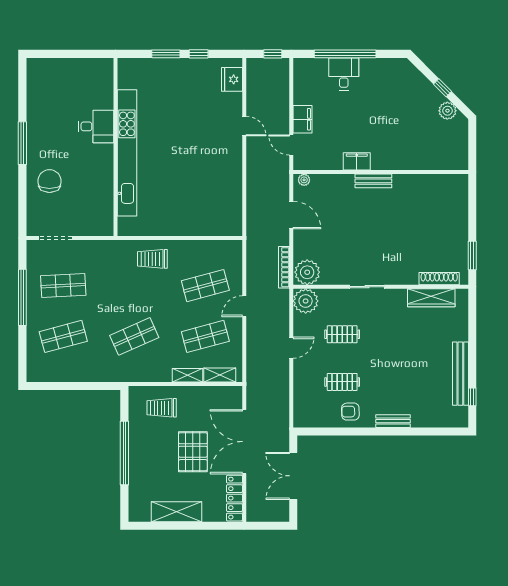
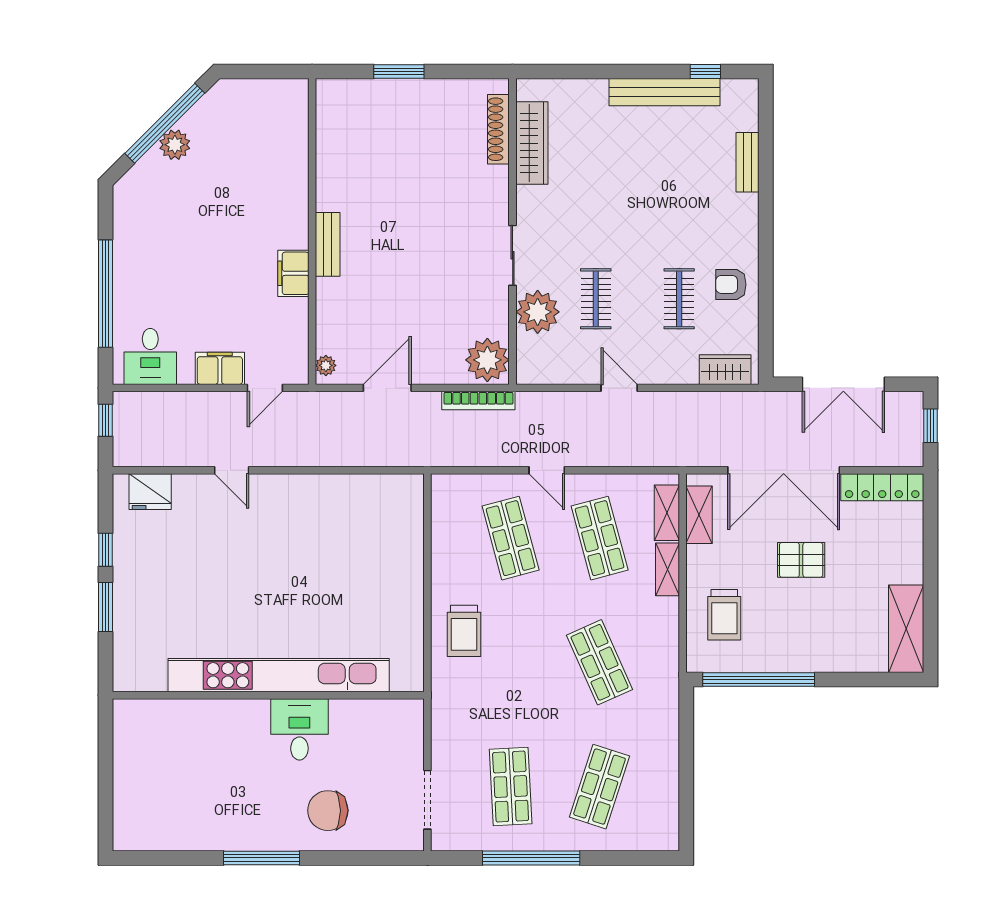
desk: (344, 74) -> (150, 356), moved, turned -90
window: (443, 88) -> (165, 123), width x3.17
plant: (447, 111) -> (175, 145), moved
desk: (96, 126) -> (299, 729), moved
door: (244, 126) -> (232, 470), swing flipped
window: (472, 256) -> (399, 71), moved
plant: (306, 301) -> (538, 312), moved
shop shelf: (63, 336) -> (600, 787), turned 33
shelving: (219, 393) -> (699, 515), added
wardrobe: (302, 408) -> (725, 370), added
armchair: (350, 412) -> (731, 284), turned 91
bench: (393, 421) -> (748, 162), moved
pallet: (193, 452) -> (801, 560), width x0.67, depth x0.71
window: (124, 453) -> (759, 680), moved
shelving: (176, 512) -> (906, 629), moved
window: (270, 526) -> (931, 426), added

